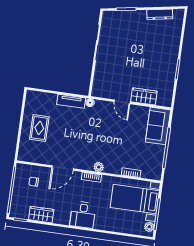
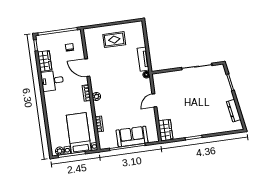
wardrobe: (144, 96) -> (166, 130), moved
sofa: (158, 126) -> (132, 136), moved
desk: (83, 215) -> (52, 81), moved

